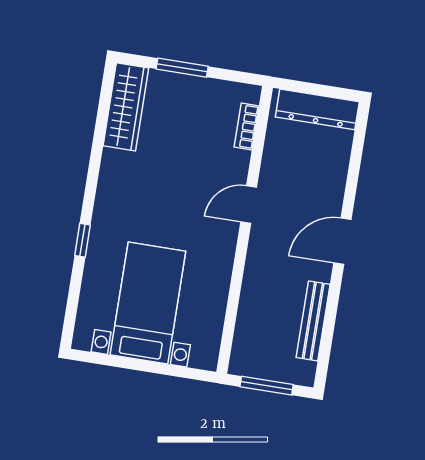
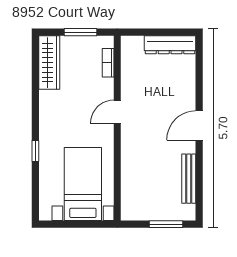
bookcase: (247, 127) -> (108, 63), moved
door: (249, 205) -> (117, 112), moved
wall: (245, 230) -> (117, 128), moved

